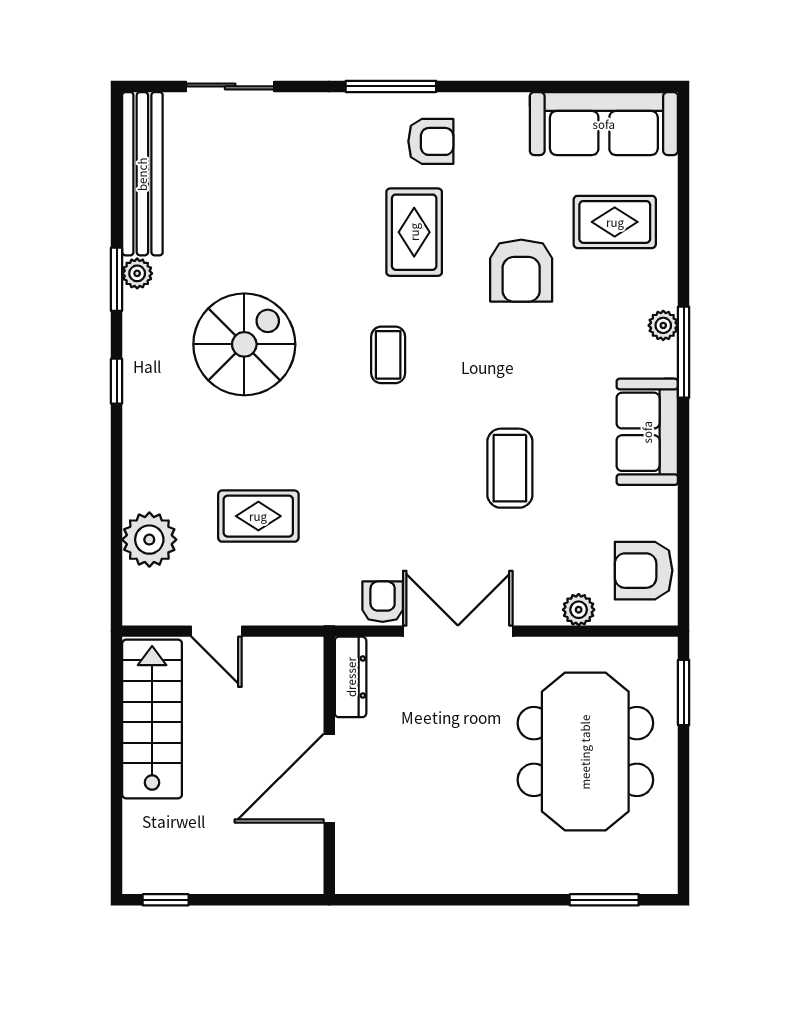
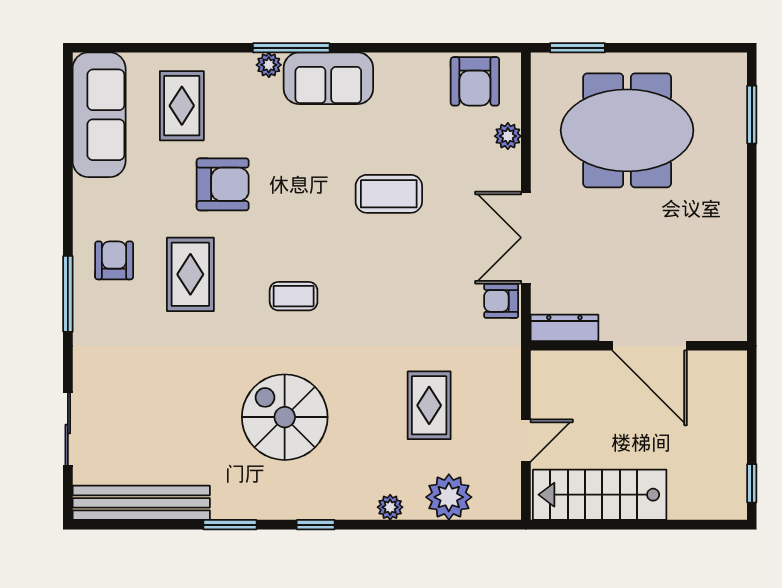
rug: (414, 232) -> (190, 274), turned 90
plant: (137, 273) -> (390, 507), moved
sofa: (647, 432) -> (328, 78), moved

